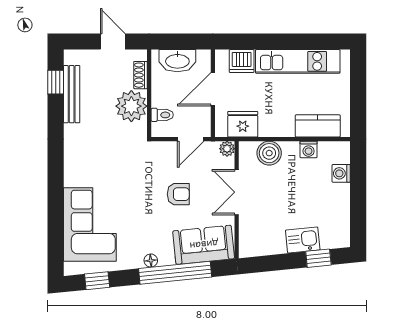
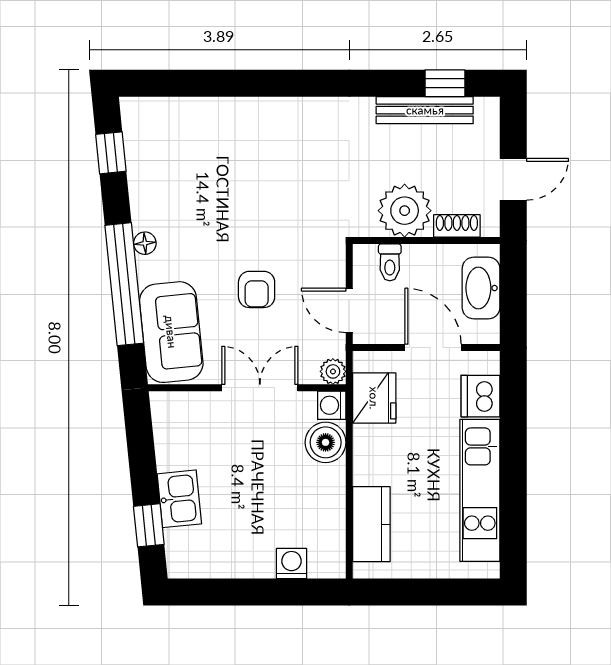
washing machine: (309, 149) -> (332, 405), moved
corner sofa: (90, 224) -> (206, 141), removed

